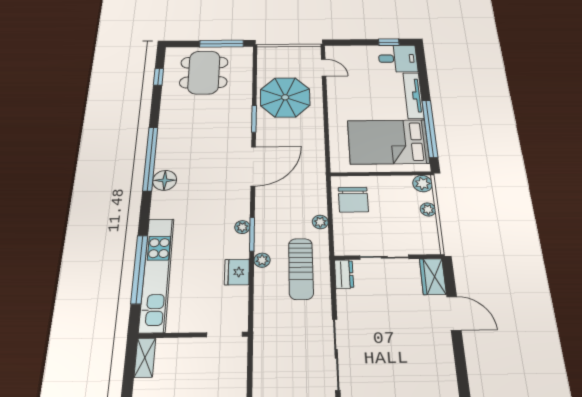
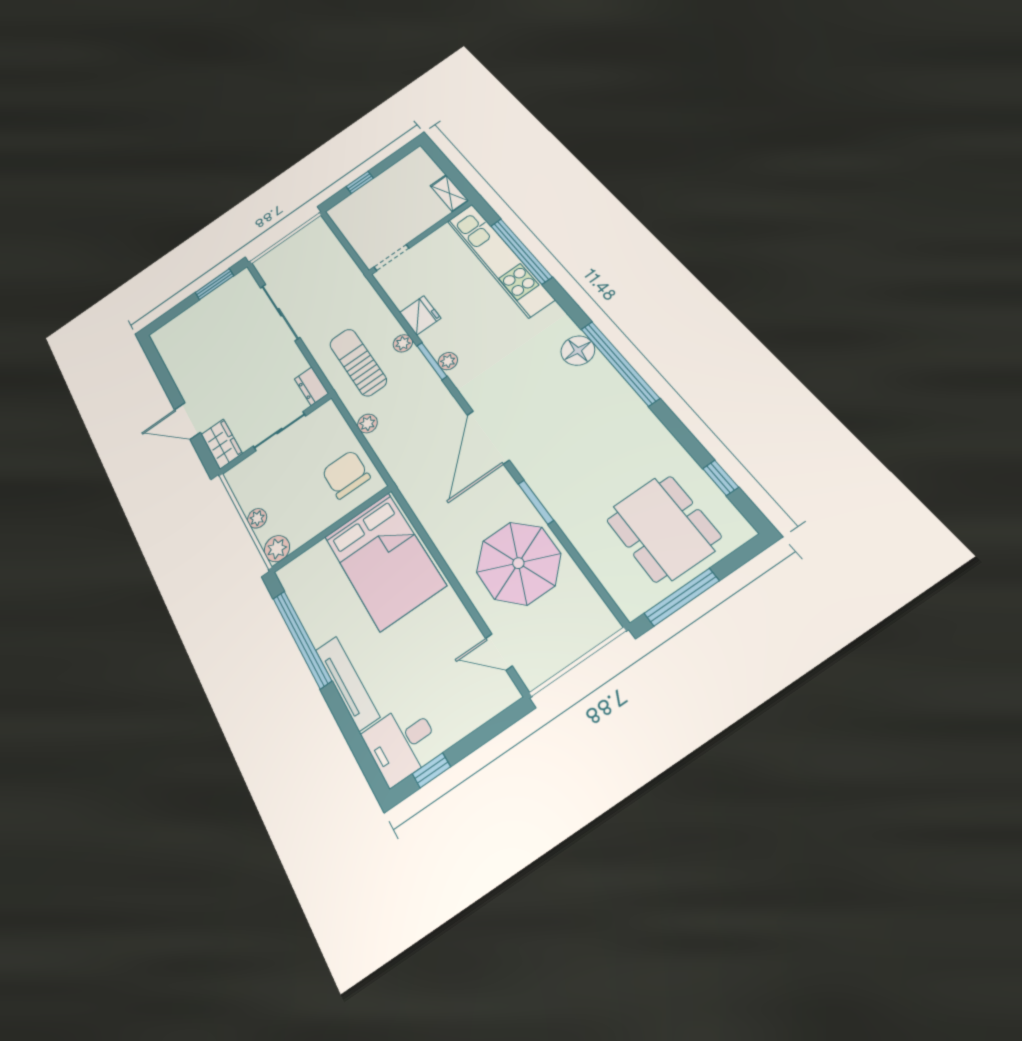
bed: (388, 142) -> (384, 561), moved, turned 90

